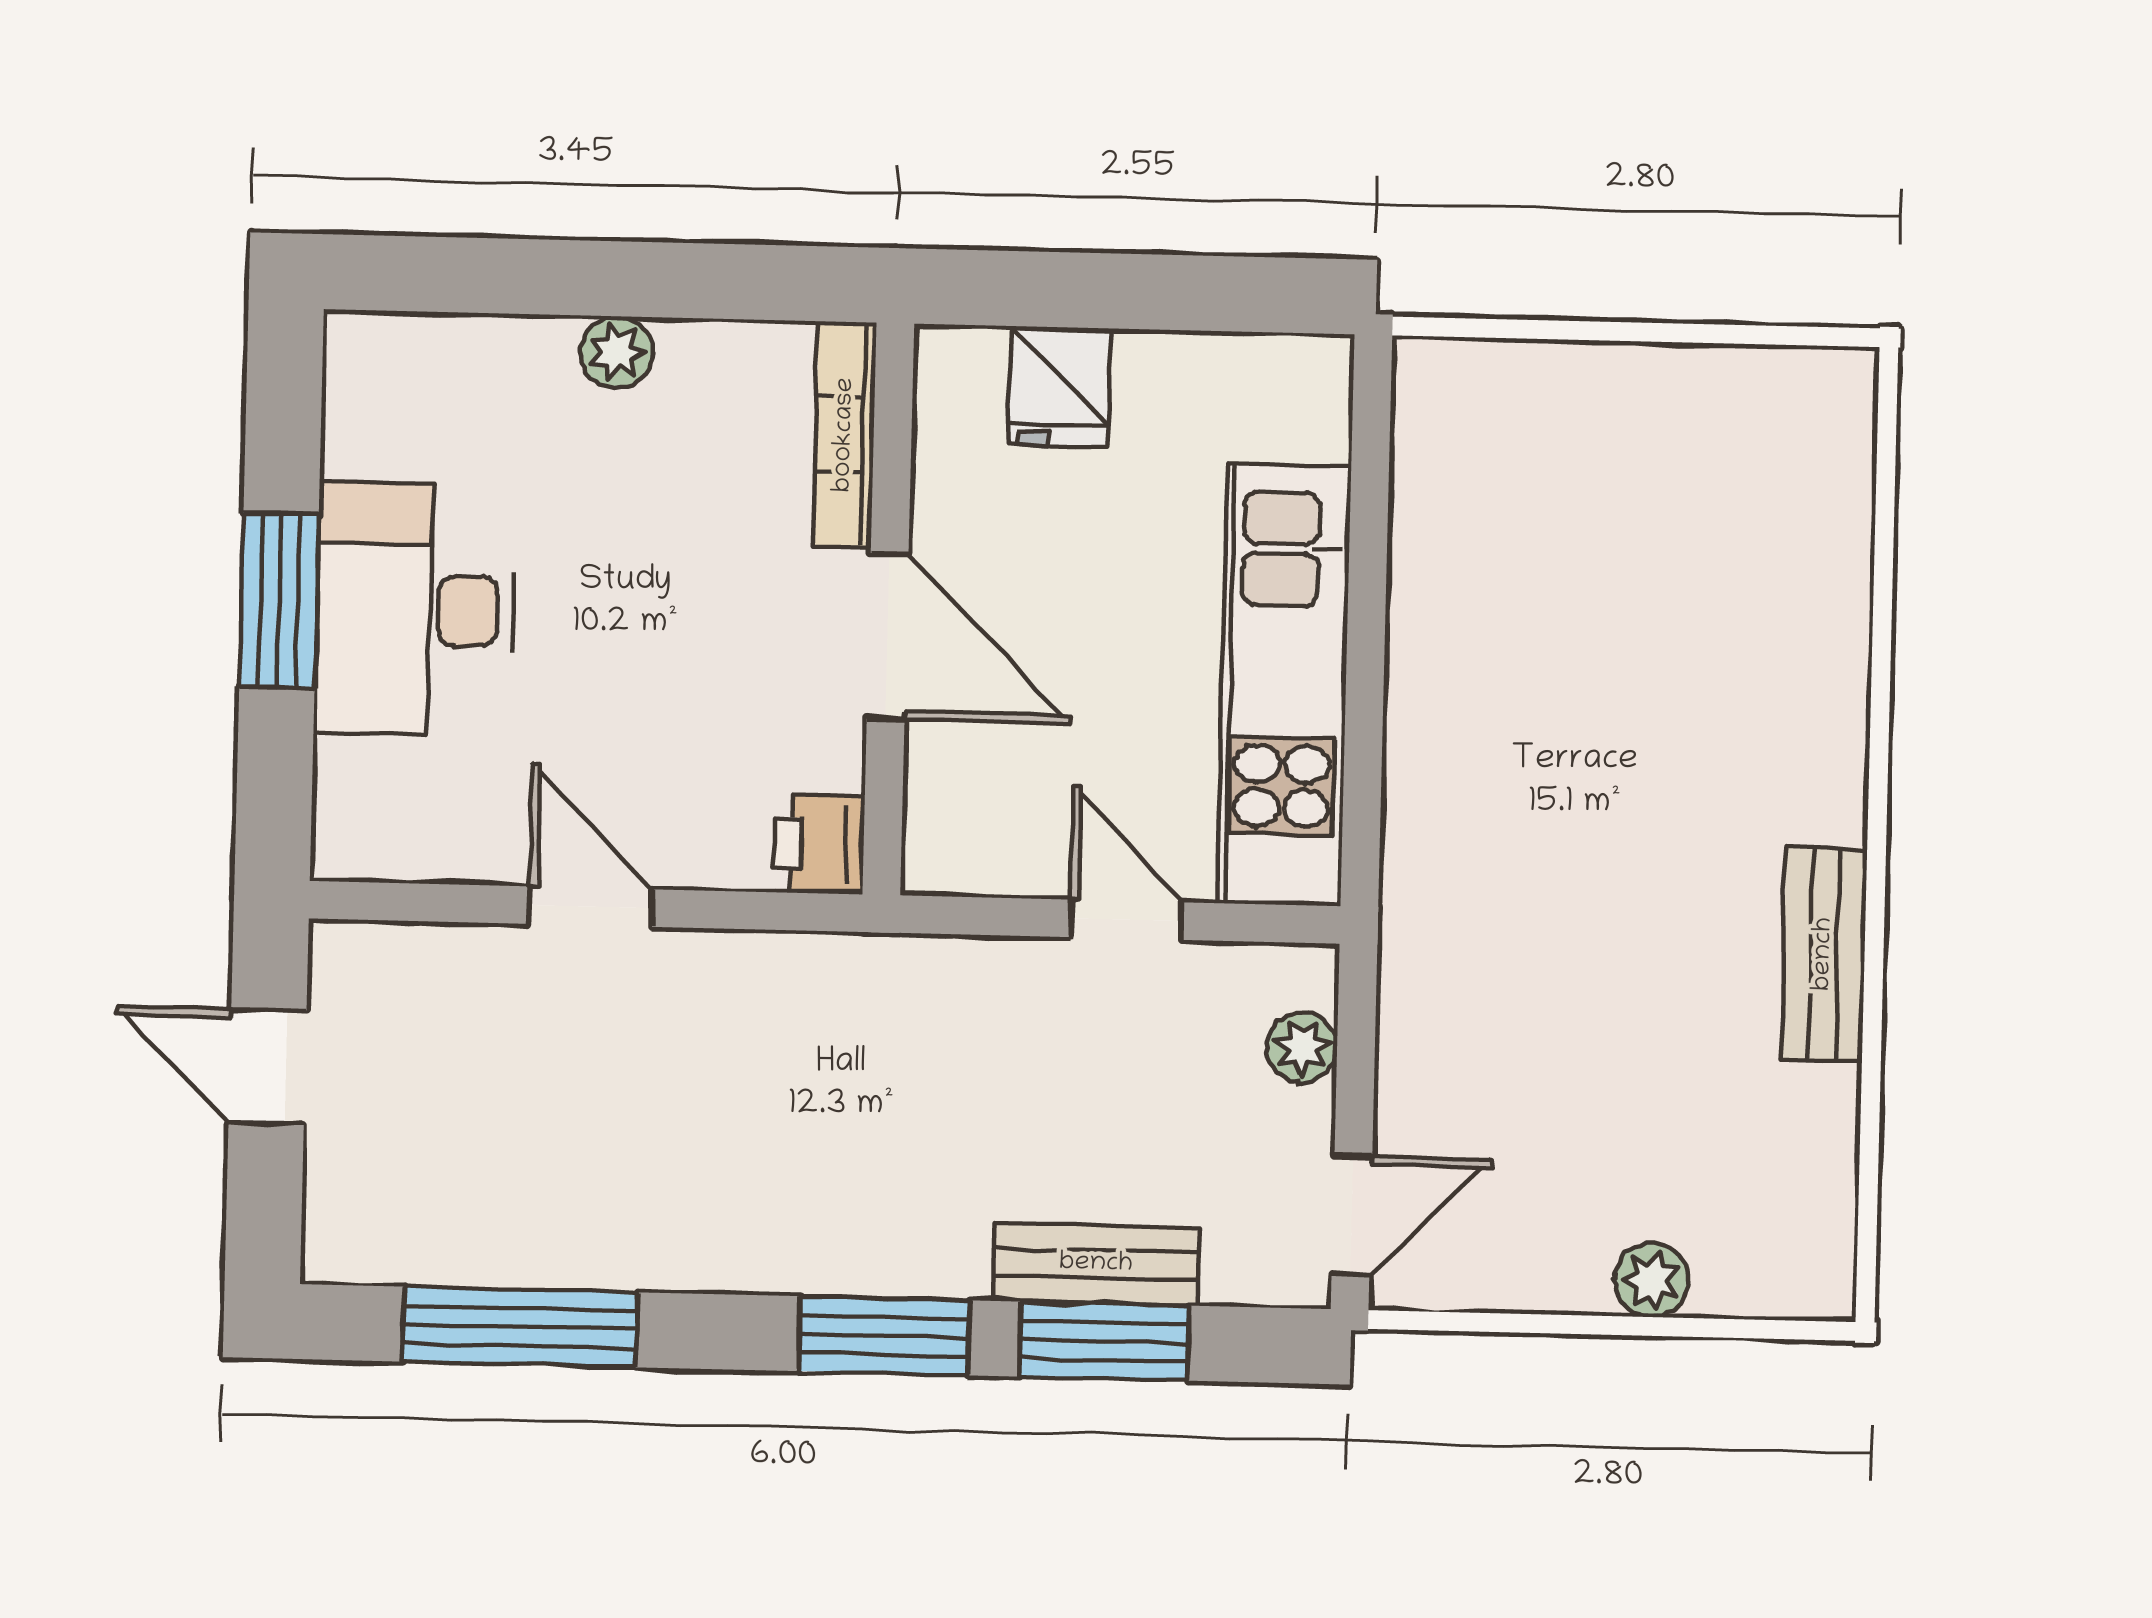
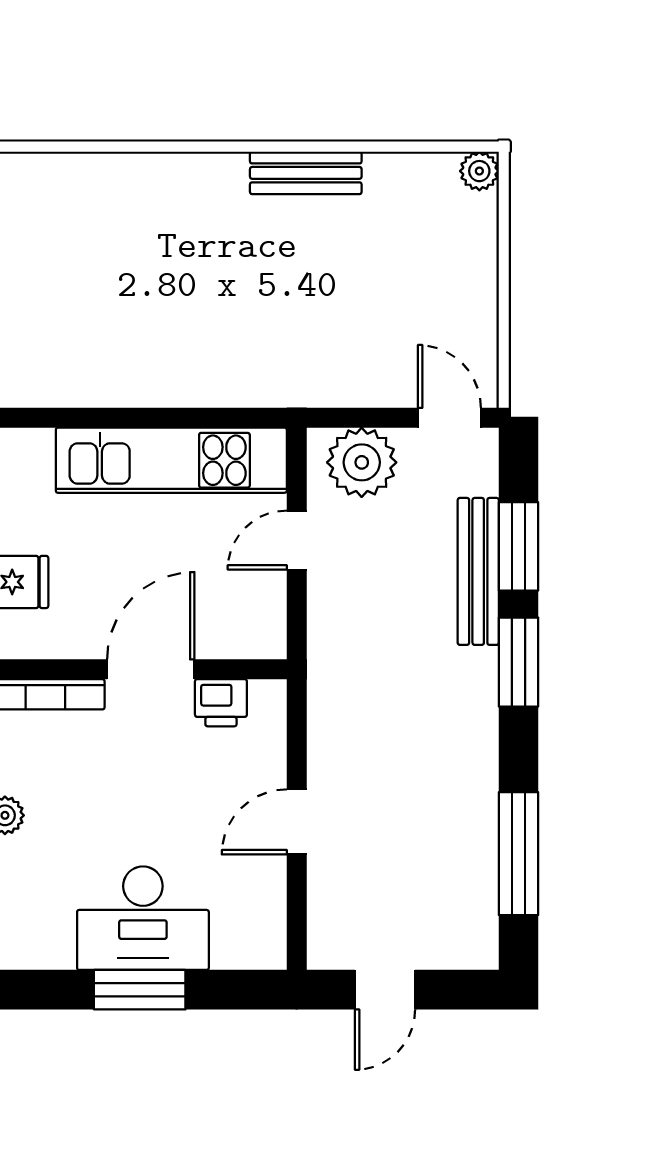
printer: (819, 844) -> (221, 703), moved
plant: (1302, 1048) -> (362, 462), width x1.88, depth x1.88
bench: (1096, 1264) -> (478, 571), width x1.36
plant: (1652, 1280) -> (479, 171), moved

